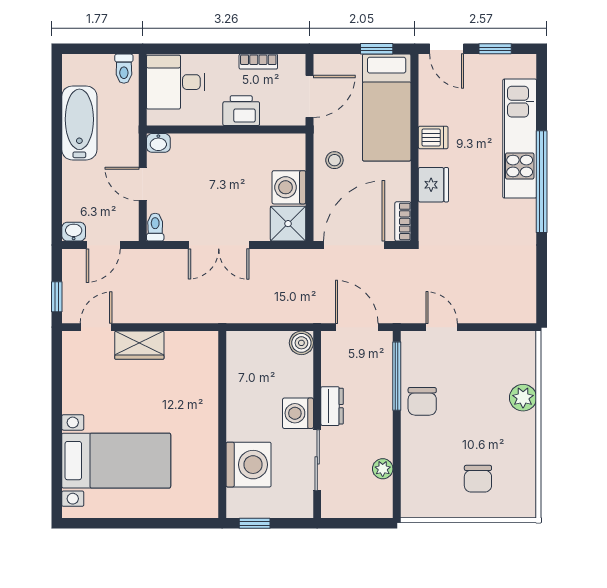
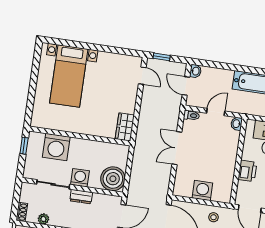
shower: (288, 224) -> (183, 187), removed
boiler: (301, 343) -> (113, 179), width x1.86, depth x1.86
wardrobe: (139, 345) -> (125, 127), moved
shoe rack: (376, 510) -> (22, 212), added

